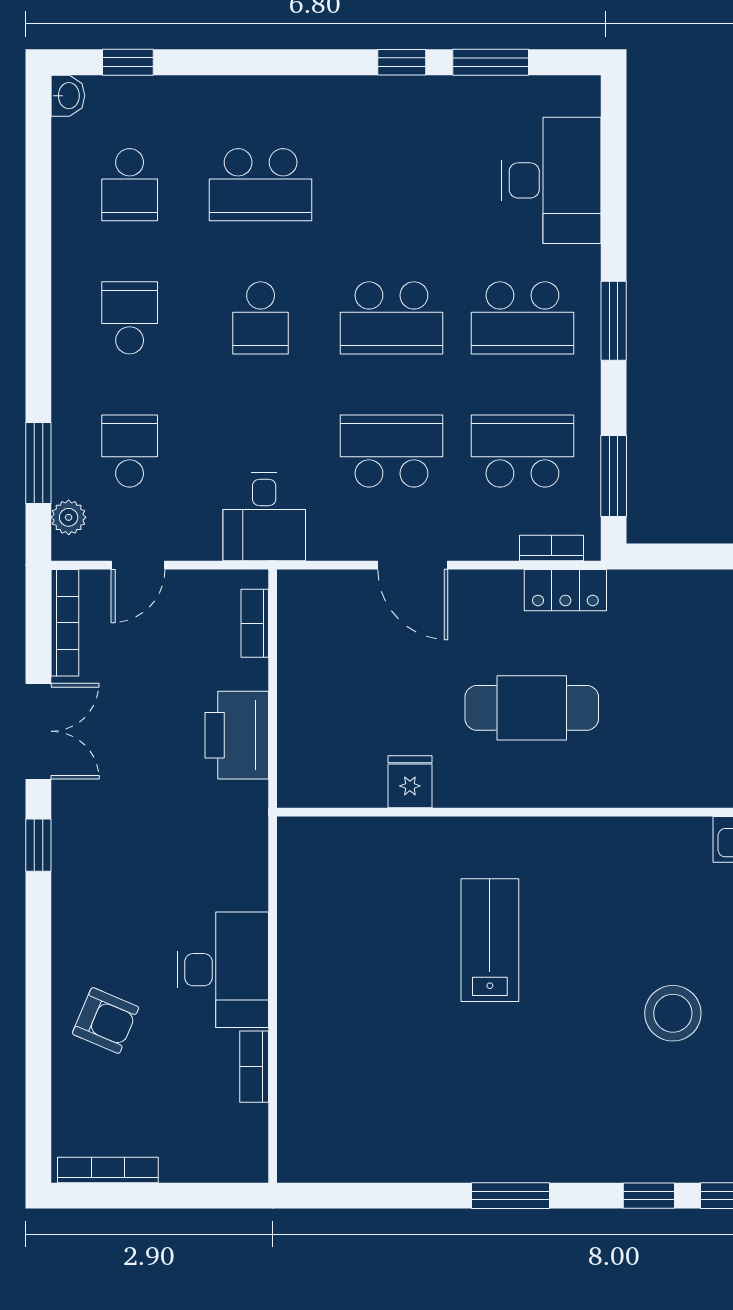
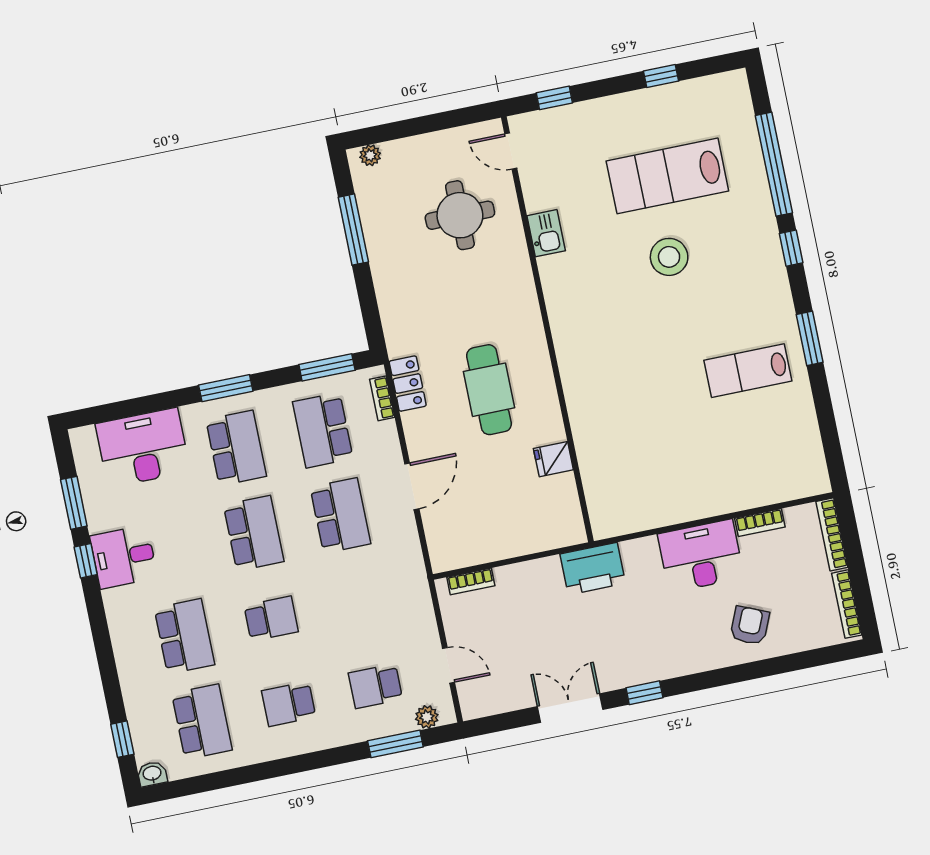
school desk: (130, 185) -> (202, 722), width x1.85
school desk: (391, 451) -> (340, 515), turned 180
desk: (264, 516) -> (124, 557), moved, turned 180
bookcase: (65, 623) -> (832, 534), moved, turned -90
printer: (237, 735) -> (593, 569), moved
lab bench: (490, 940) -> (748, 371), moved

